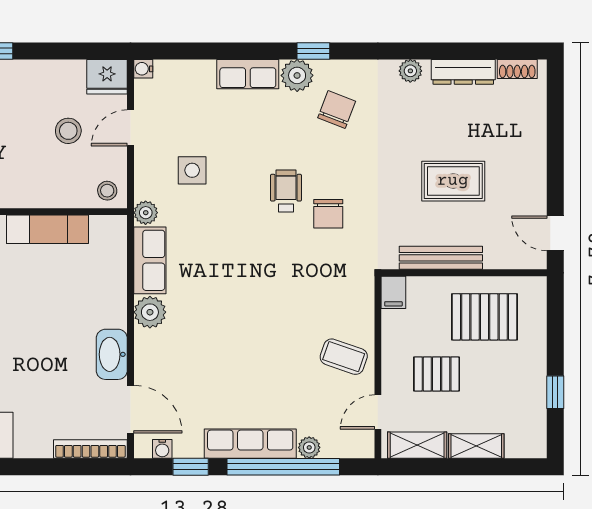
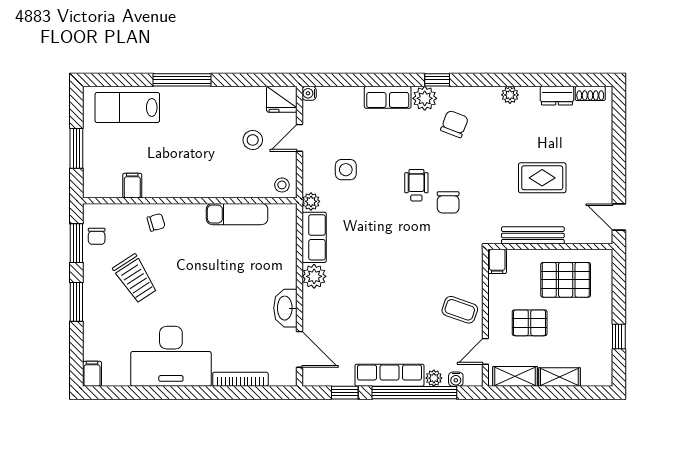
dresser: (463, 72) -> (557, 96), width x0.70
bookcase: (90, 449) -> (240, 379), moved
water cooler: (162, 449) -> (456, 379), moved

